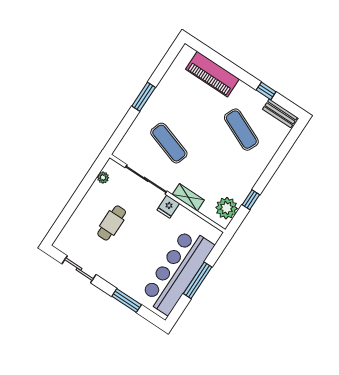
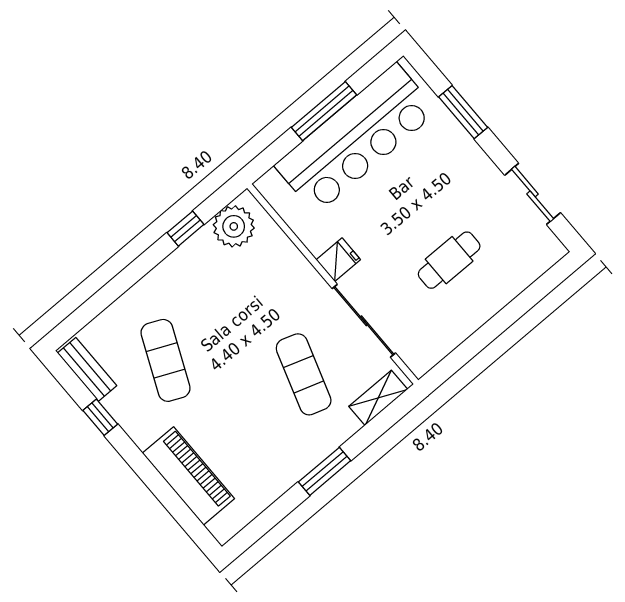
plant: (103, 178) -> (441, 347), removed
shelving: (188, 197) -> (378, 398), moved, turned 90

